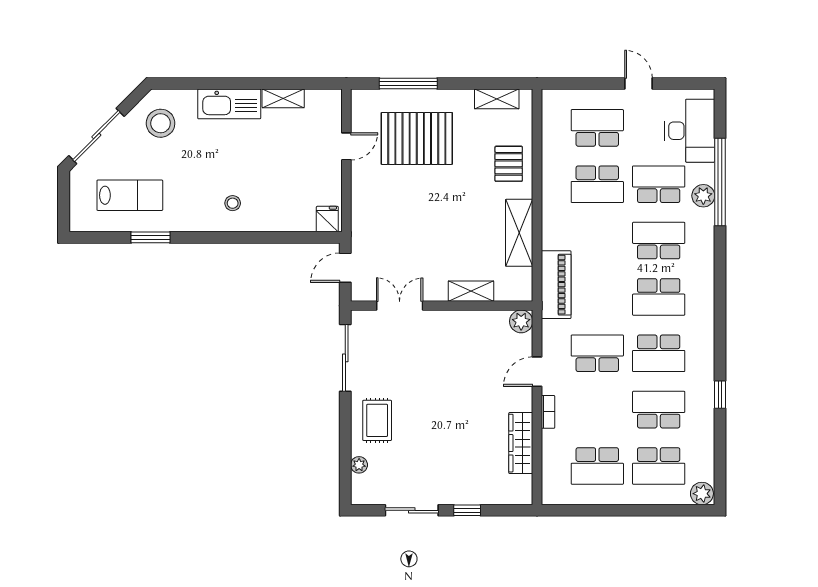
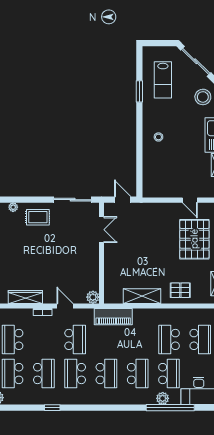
fridge: (327, 219) -> (150, 190), removed
shelving: (471, 291) -> (110, 269), removed
school desk: (659, 297) -> (106, 374), turned 180

